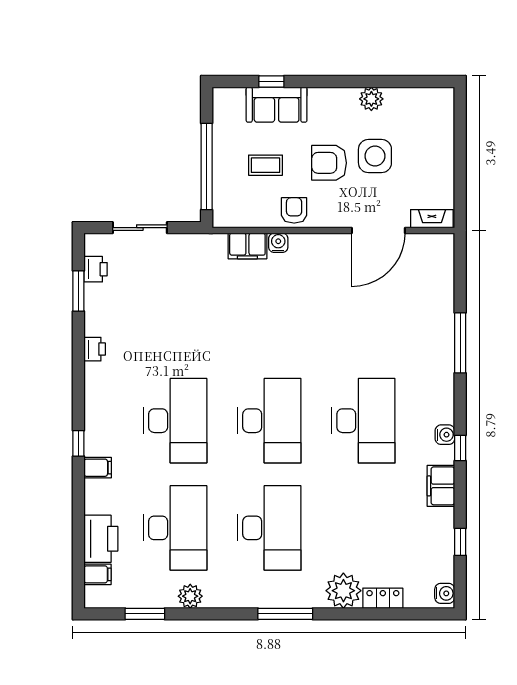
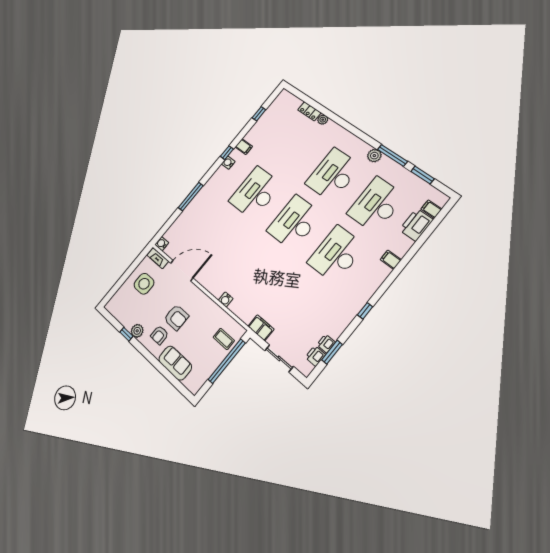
window: (271, 82) -> (126, 334), moved
side table: (375, 156) -> (144, 284), moved
coffee table: (265, 165) -> (224, 339), moved
armchair: (294, 210) -> (159, 335), moved
filing cabinet: (247, 246) -> (261, 328), moved
printer: (95, 349) -> (326, 344), moved
window: (78, 443) -> (365, 311), moved
filing cabinet: (441, 486) -> (244, 147), width x0.50
plant: (343, 591) -> (323, 120), width x0.53, depth x0.53
water cooler: (445, 593) -> (162, 244), moved
plant: (190, 596) -> (374, 156), moved
window: (285, 614) -> (392, 155), moved

